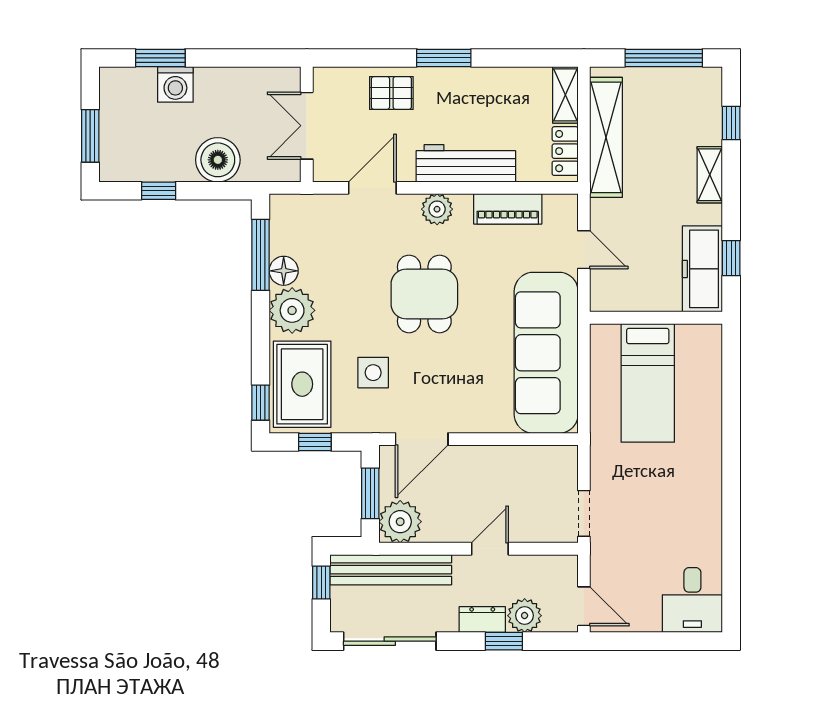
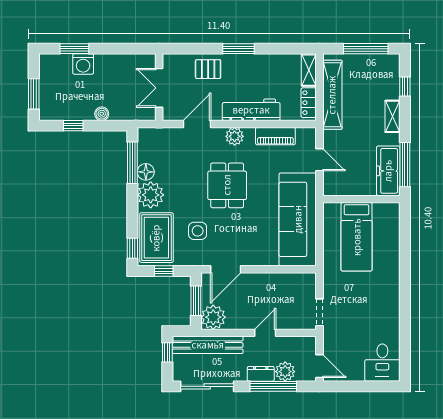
boiler: (218, 160) -> (102, 114), width x0.54, depth x0.54
window: (731, 258) -> (405, 165), width x2.17
window: (504, 641) -> (273, 386), width x2.17

